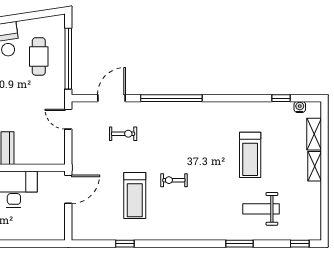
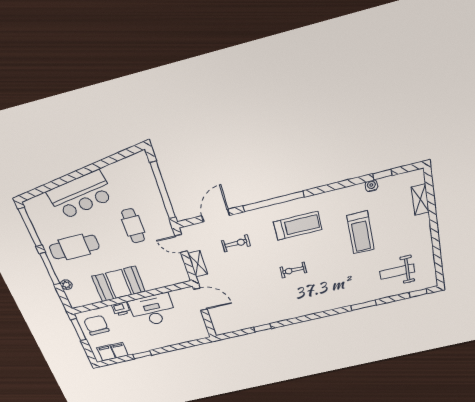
cafe table: (39, 56) -> (133, 226), moved
water cooler: (300, 107) -> (371, 186), moved
shelving: (315, 166) -> (198, 264), moved
door: (68, 189) -> (200, 299), hinge flipped
treadmill: (135, 196) -> (298, 226), moved, turned -90
weight bench: (261, 209) -> (397, 272), moved

